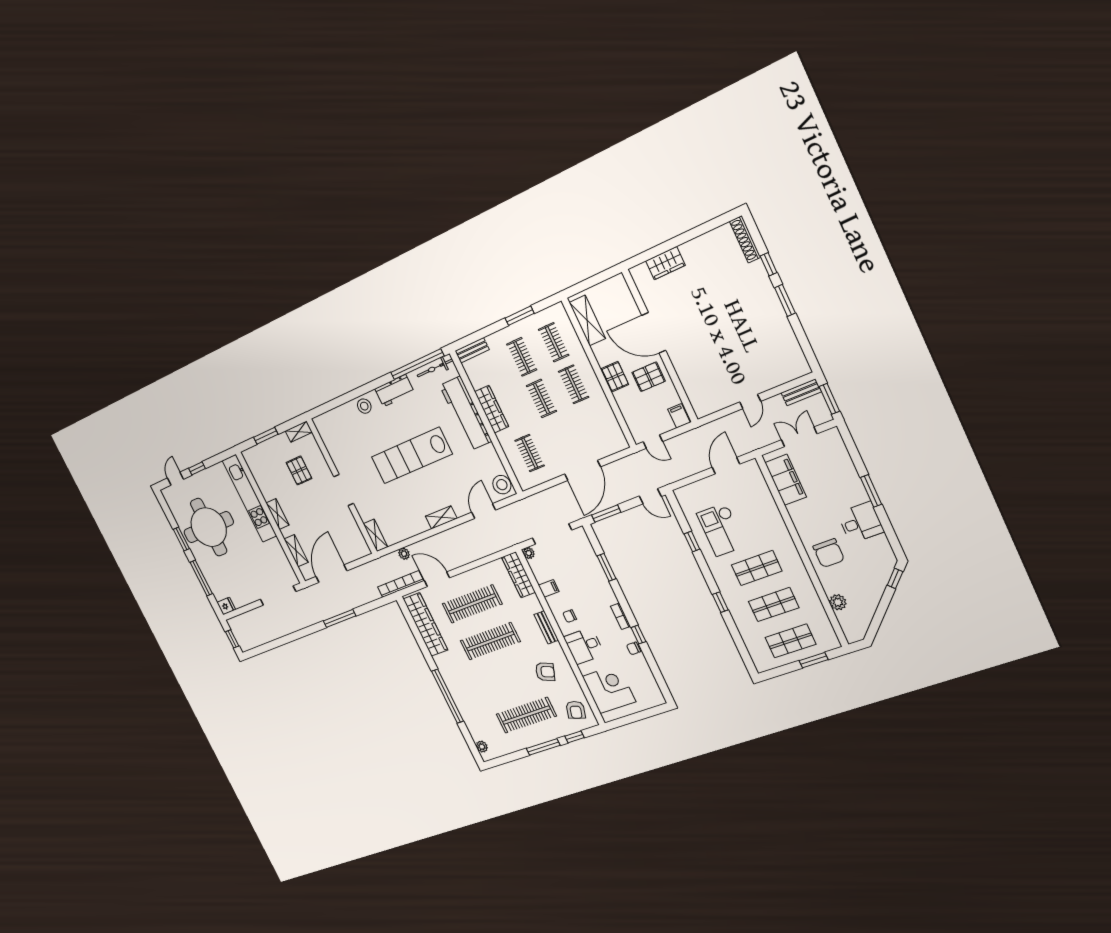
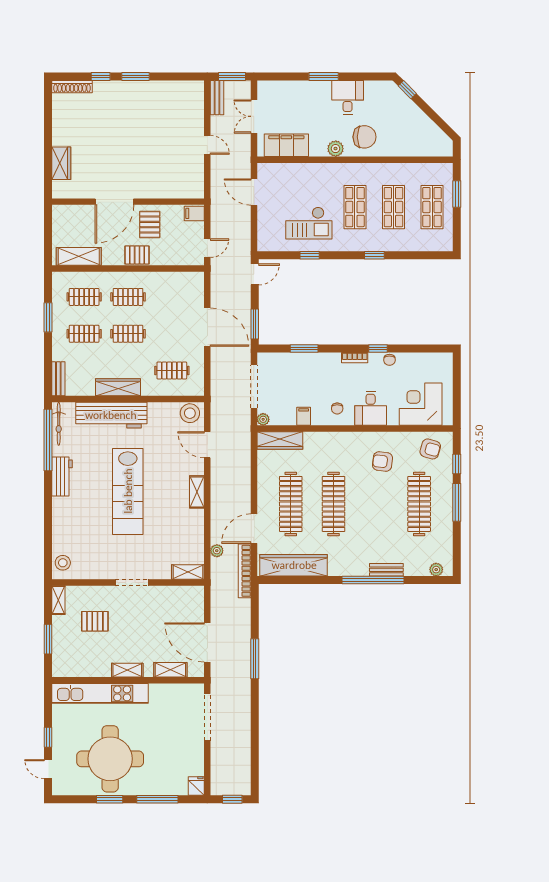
stool: (364, 406) -> (63, 563), moved
plant: (838, 602) -> (336, 149), moved
bench: (546, 627) -> (386, 570), moved
armchair: (545, 672) -> (382, 462), turned -104

